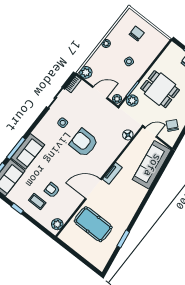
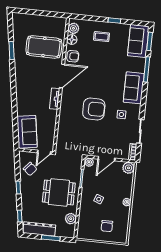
plant: (132, 101) -> (71, 219), moved
floor lamp: (128, 135) -> (72, 40), moved
sofa: (28, 151) -> (134, 88), moved
sofa: (152, 165) -> (27, 132), width x0.73
armchair: (52, 190) -> (73, 56), moved

